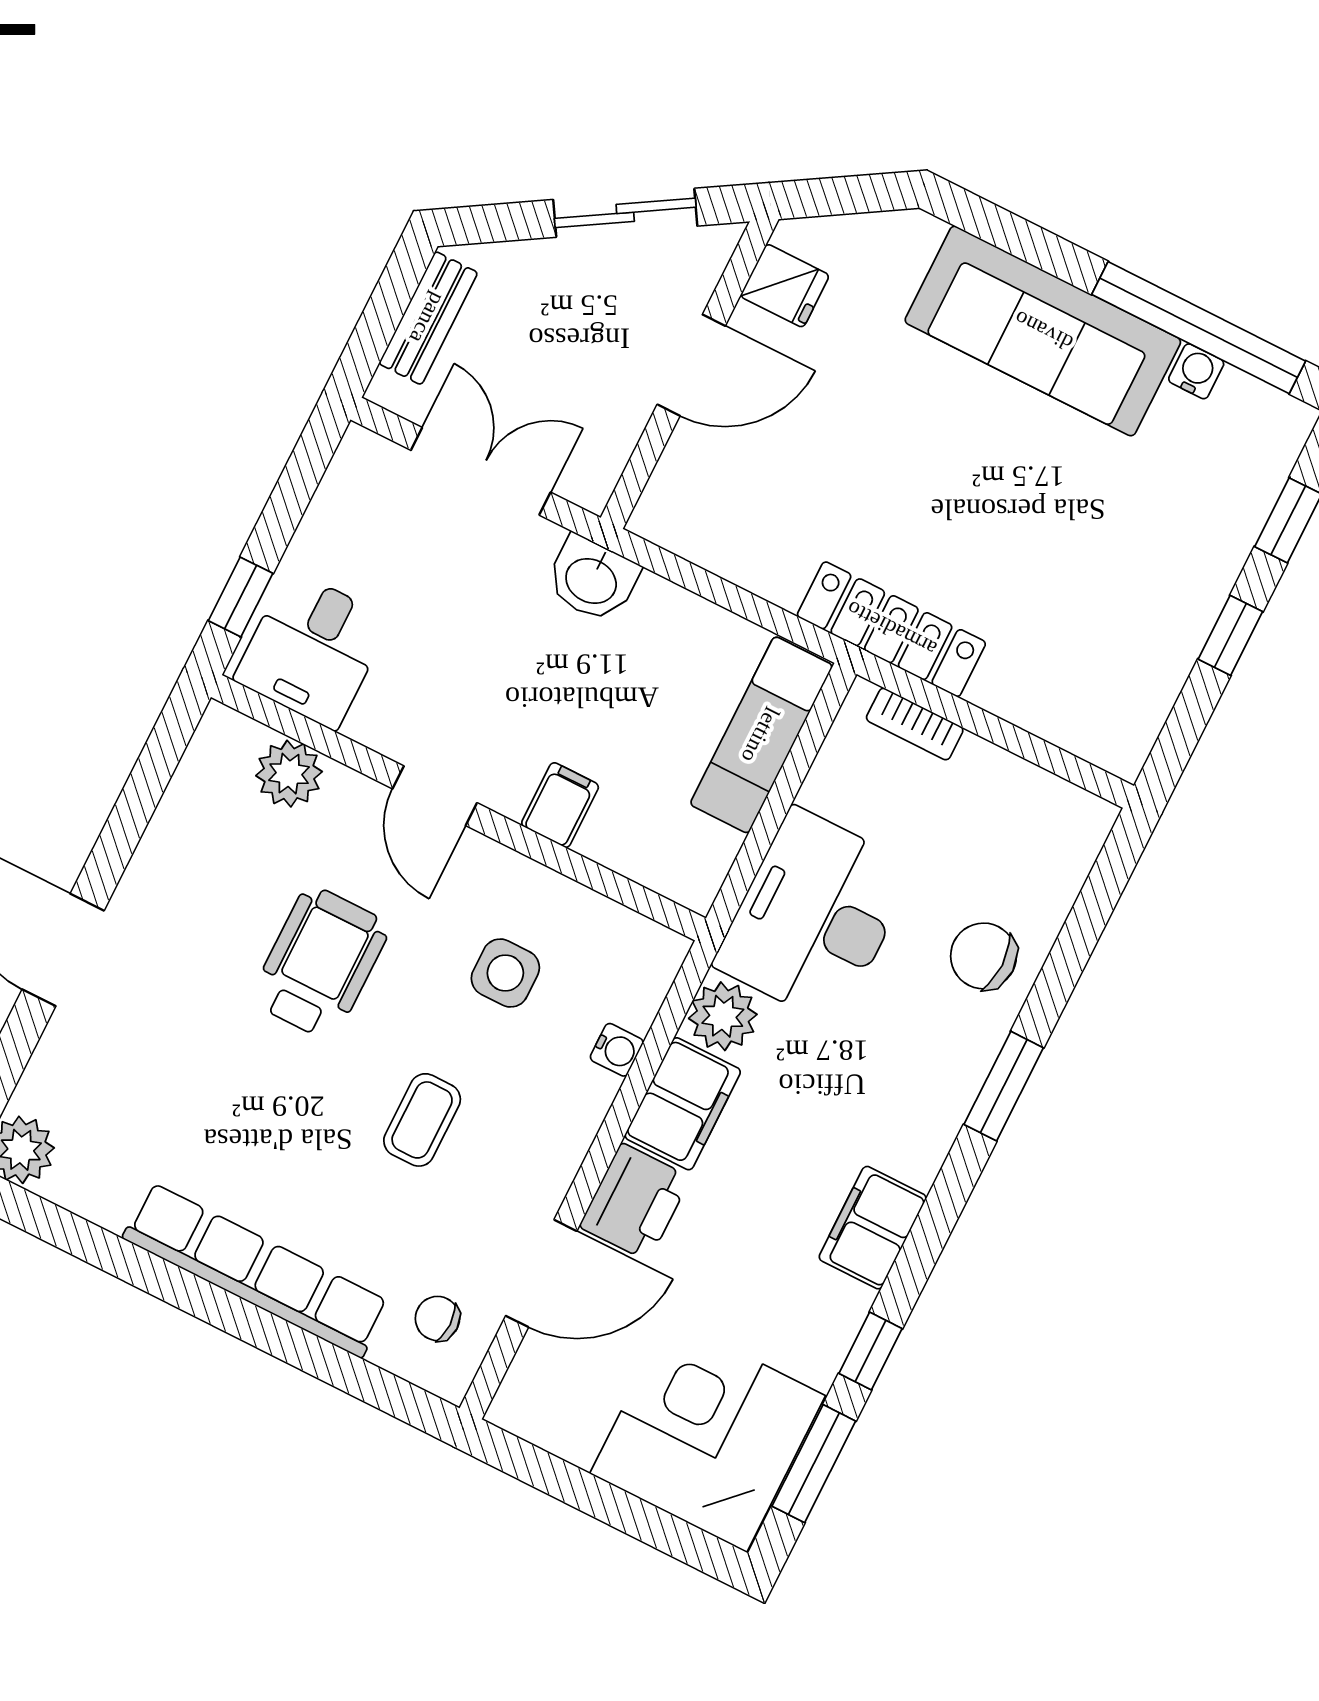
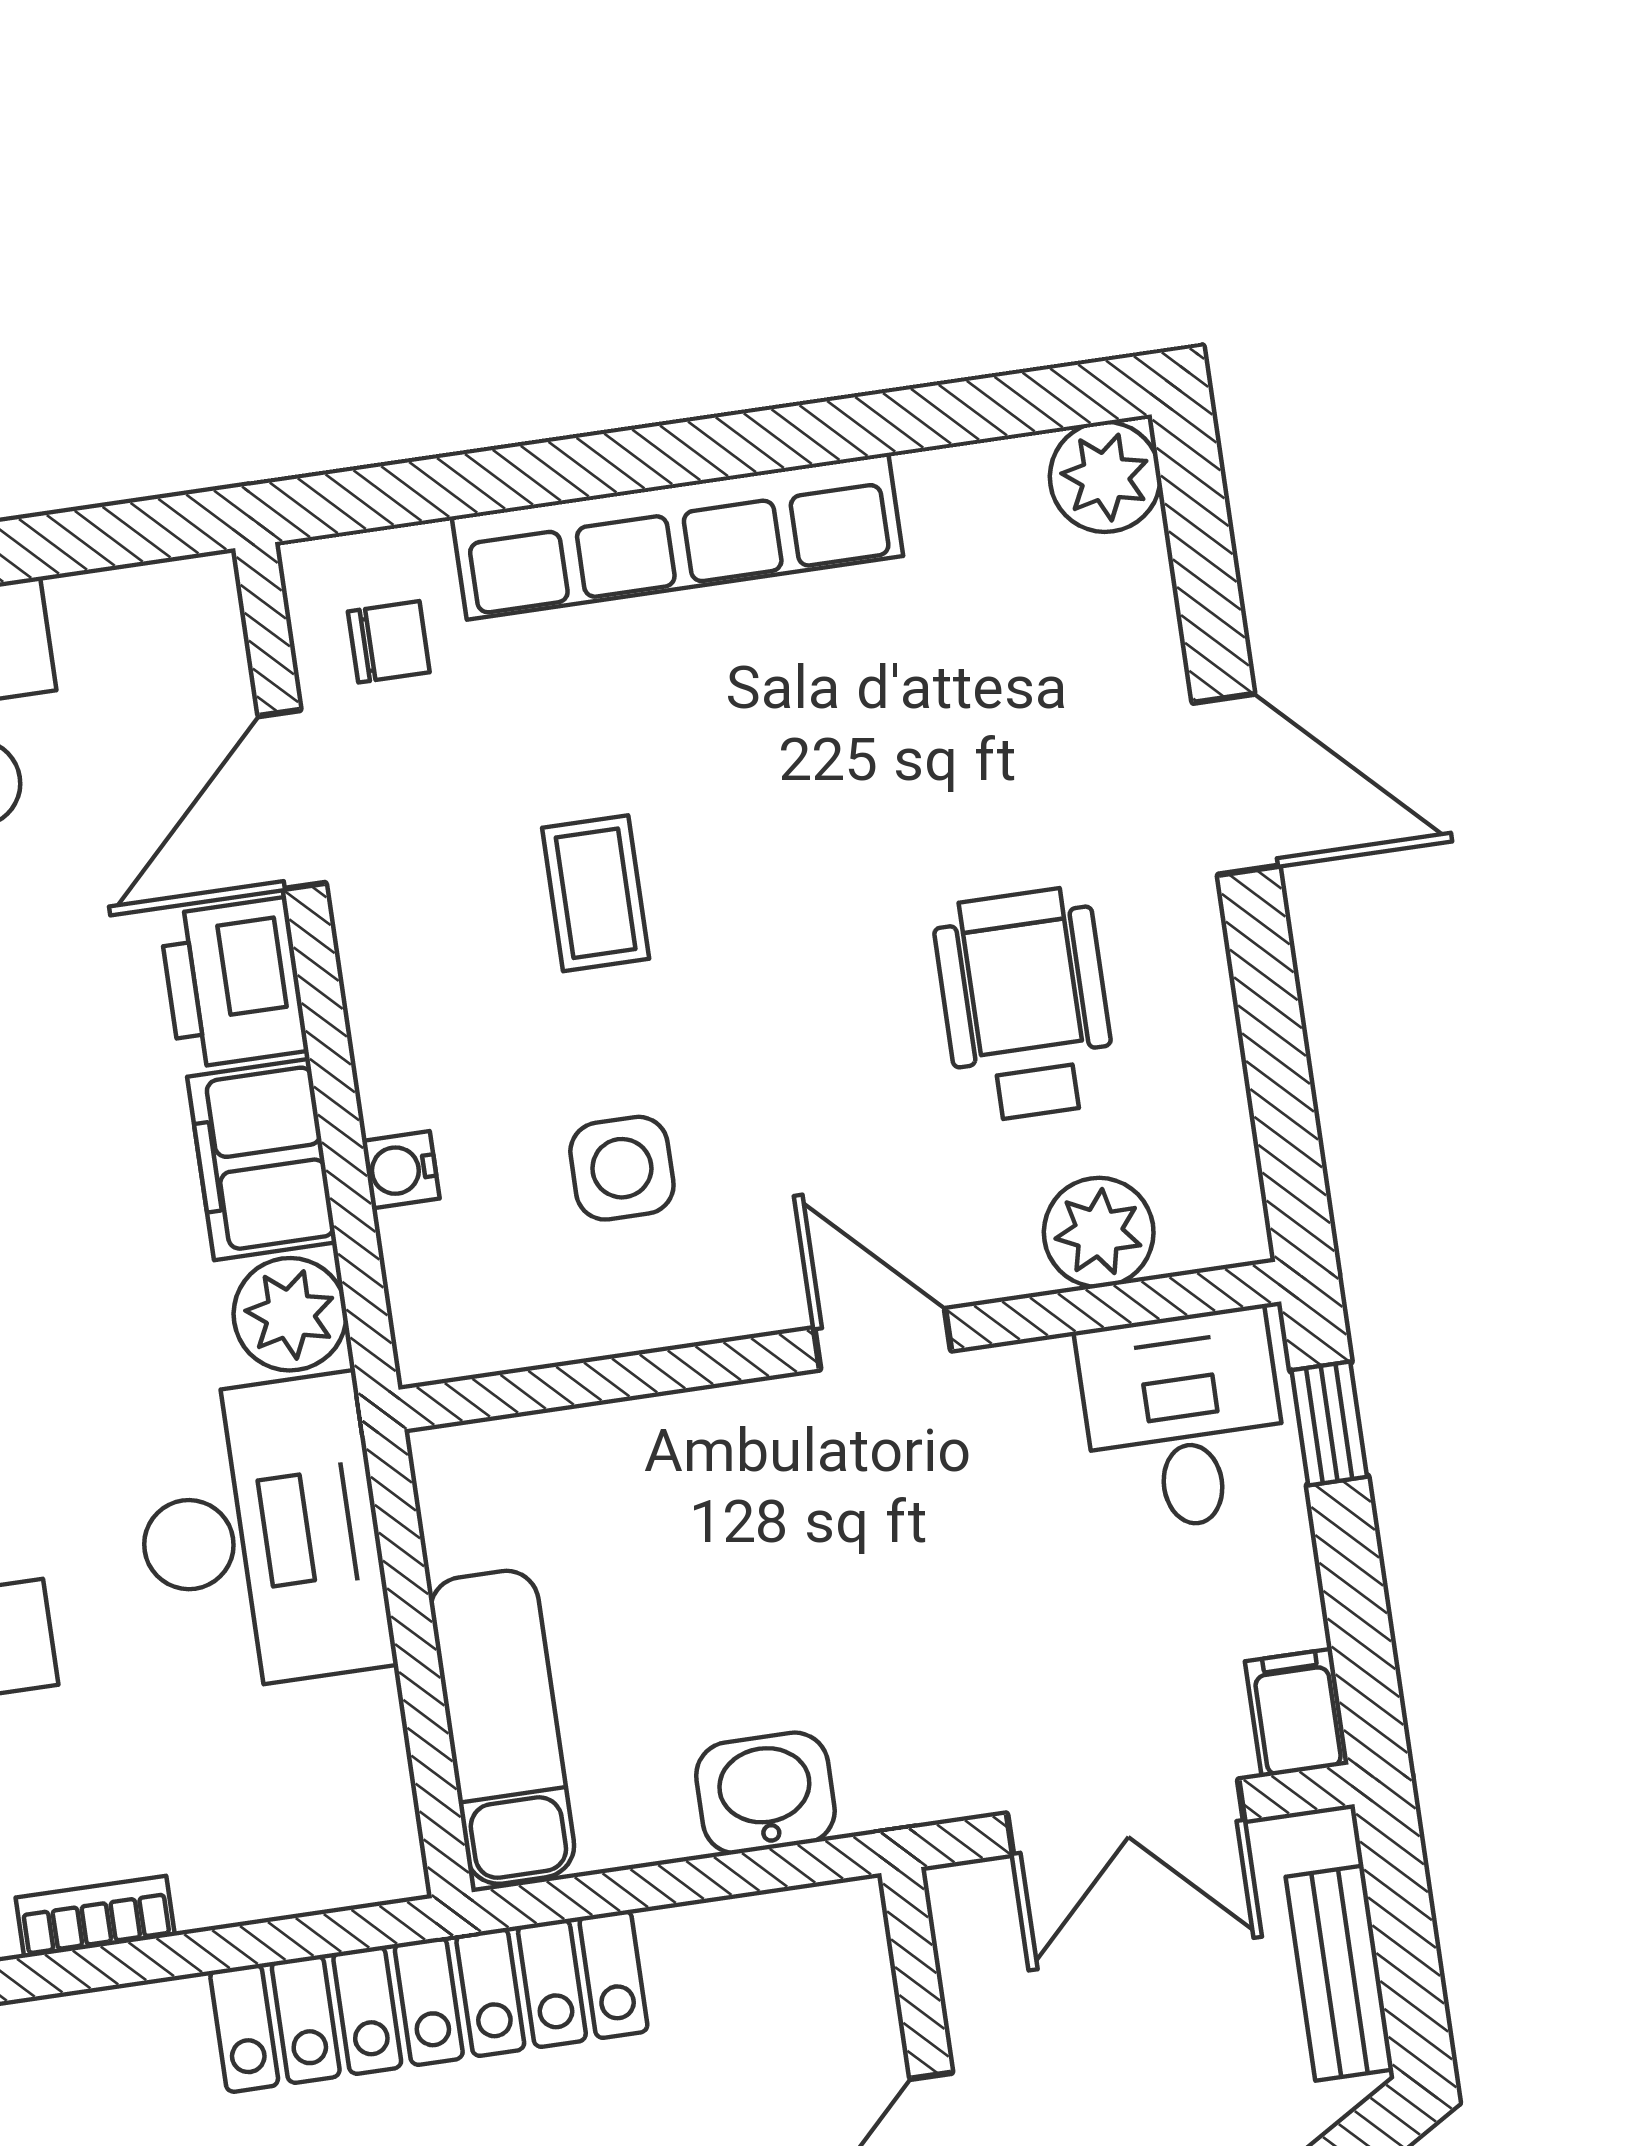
washbasin: (592, 579) -> (765, 1793), moved
locker: (891, 629) -> (429, 2001), width x1.41, depth x1.21
bookcase: (915, 724) -> (95, 1917), moved
filing cabinet: (560, 805) -> (1297, 1713), moved, turned 180
wheelchair: (320, 963) -> (1025, 1004), moved, turned 180

